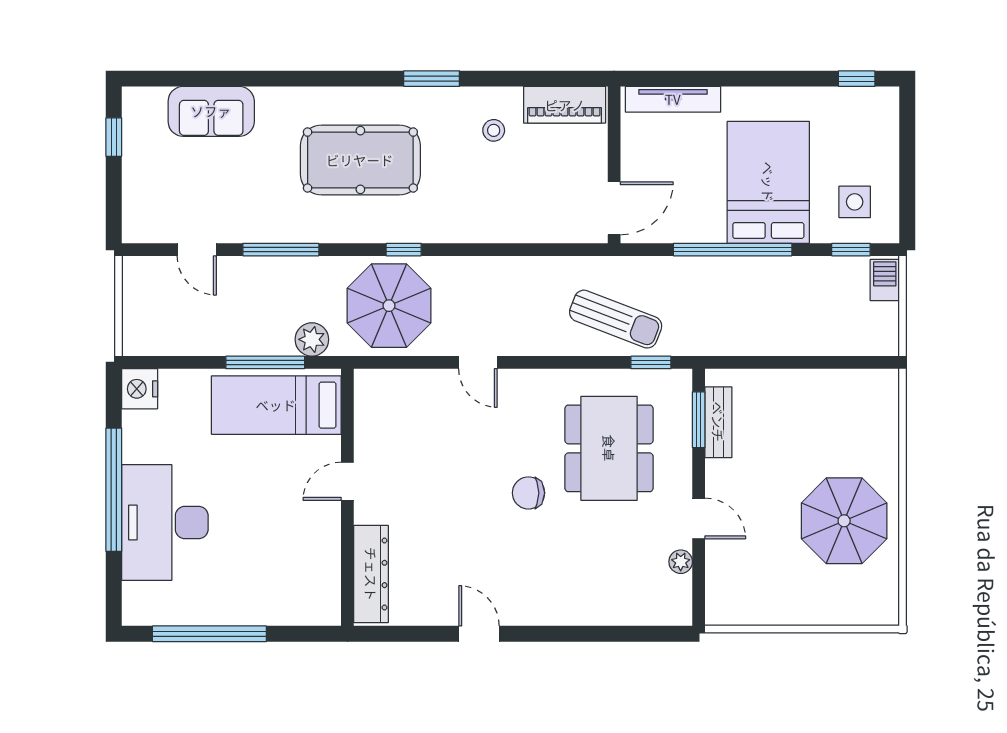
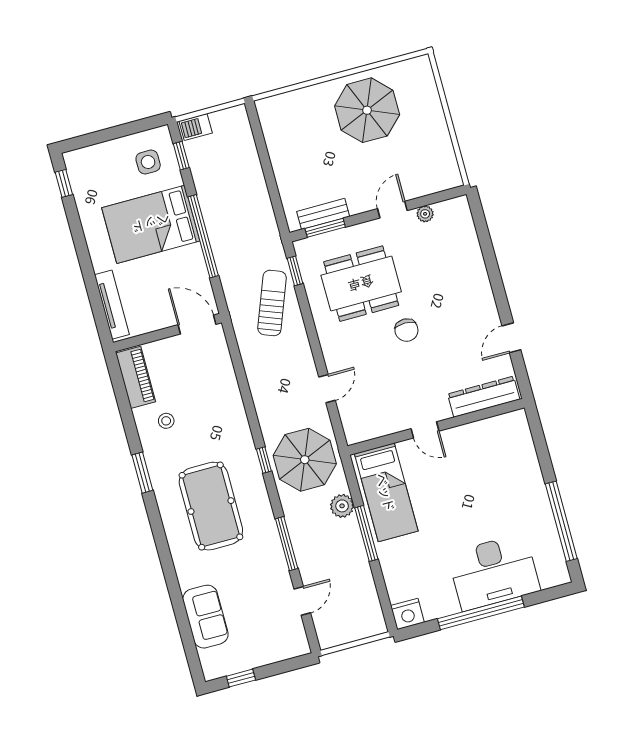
bed: (276, 405) -> (386, 492), moved
door: (347, 481) -> (425, 430), moved
wall: (347, 497) -> (436, 427), moved
dresser: (371, 574) -> (484, 397), moved

